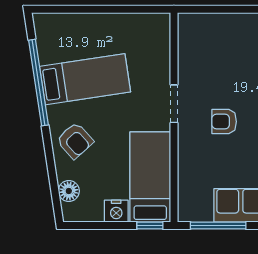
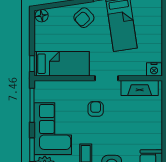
fireplace: (190, 50) -> (140, 88), added
floor lamp: (69, 191) -> (42, 16), moved
nightstand: (116, 211) -> (154, 69), moved, turned -90

